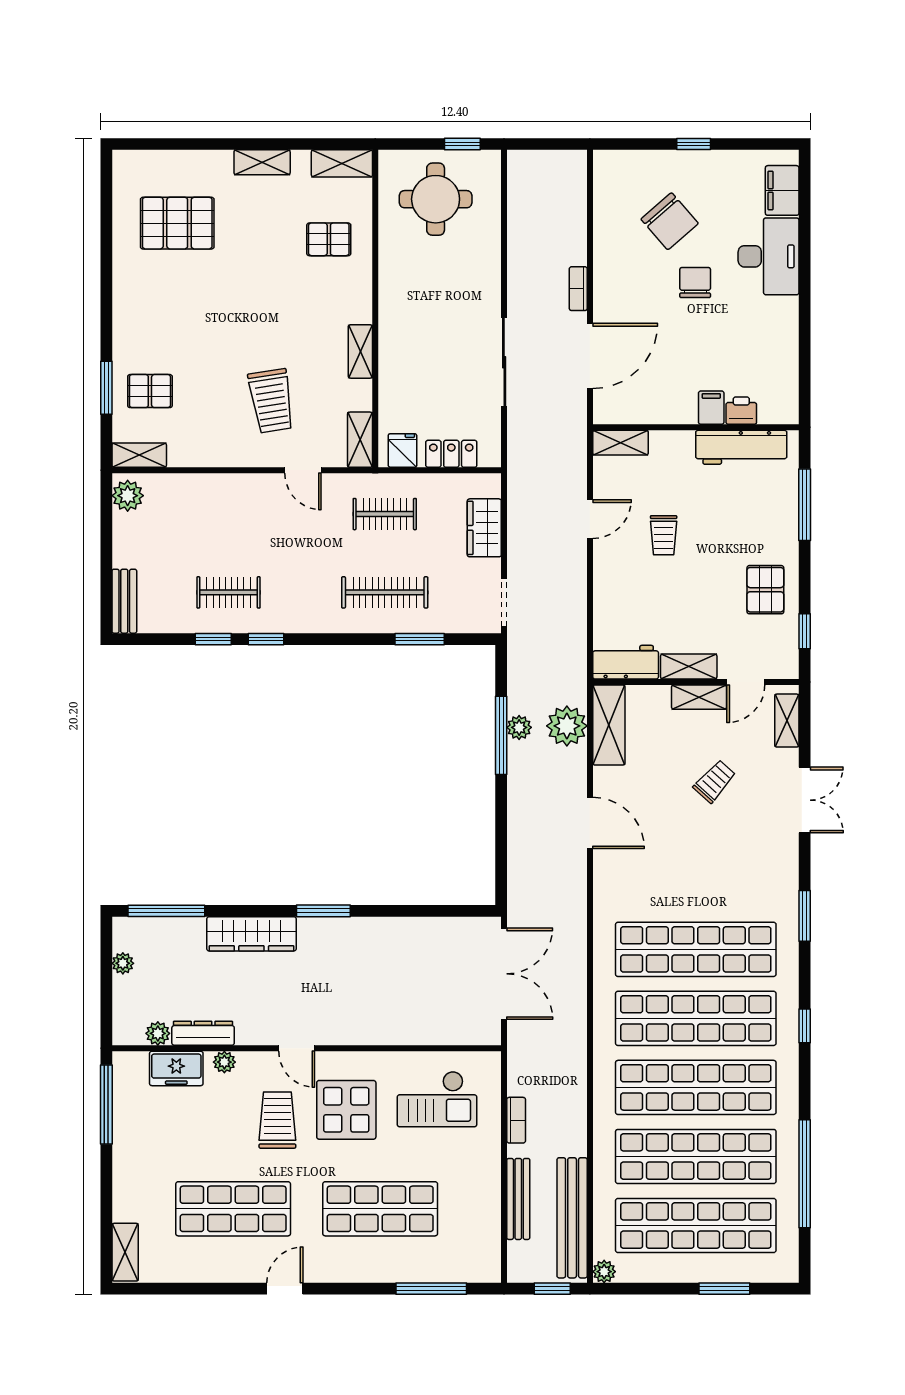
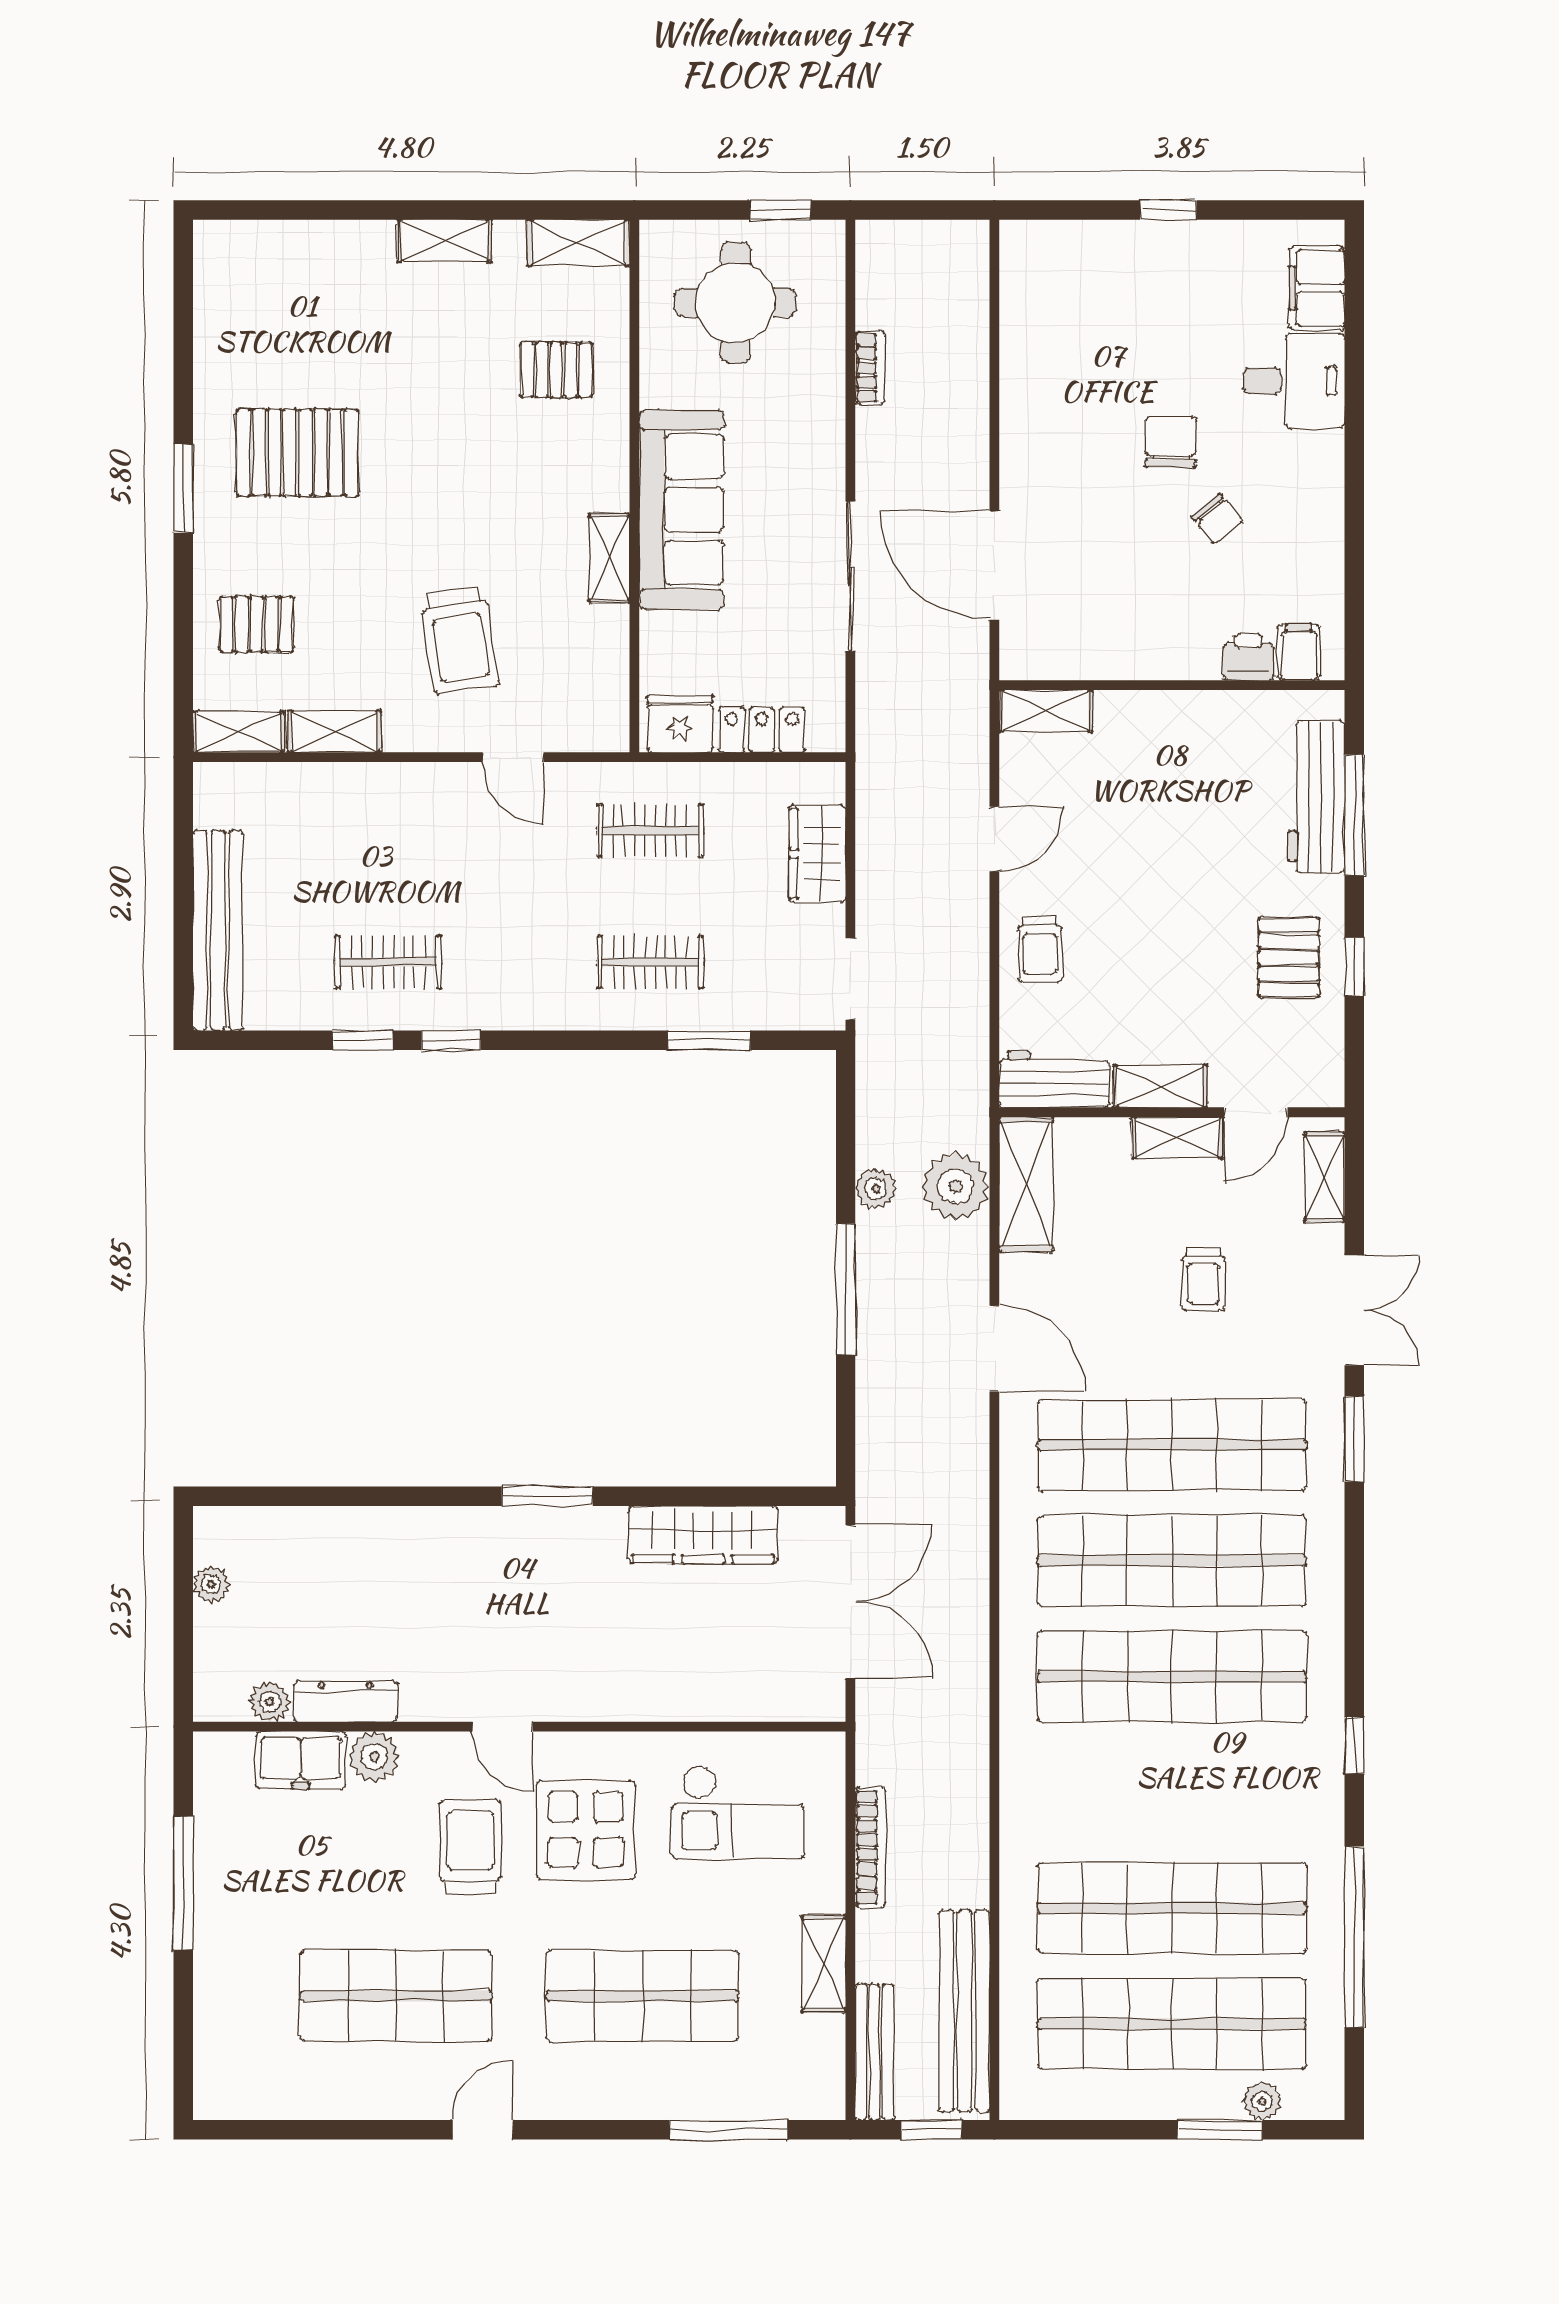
chair: (670, 221) -> (1218, 519), moved, width x0.54, depth x0.54
pallet: (177, 223) -> (298, 453), moved
desk: (769, 256) -> (1294, 381), width x0.73
bookcase: (578, 289) -> (870, 368), moved, turned 180
sofa: (403, 323) -> (682, 510), added
door: (590, 356) -> (994, 565), swing flipped
window: (106, 388) -> (183, 488), moved
filing cabinet: (711, 408) -> (1299, 652), moved
shelving: (360, 440) -> (334, 731), moved, turned 90
workbench: (741, 447) -> (1316, 797), moved, turned 90
fridge: (402, 450) -> (680, 724), width x1.38
plant: (128, 496) -> (219, 800), removed
trolley: (664, 535) -> (1040, 949), moved
clothes rail: (385, 592) -> (650, 962), width x0.73
bench: (124, 601) -> (218, 930), width x1.86, depth x1.21
window: (805, 631) -> (1354, 967), moved
window: (501, 735) -> (846, 1289), moved
trolley: (715, 781) -> (1203, 1279), turned 138
window: (166, 911) -> (284, 1496), removed
window: (805, 916) -> (1354, 1439), moved
wardrobe: (251, 934) -> (703, 1535), moved
window: (805, 1026) -> (1354, 1745), moved
plant: (224, 1062) -> (374, 1757), width x1.38, depth x1.38
shop shelf: (696, 1087) -> (1172, 1445), moved
window: (106, 1104) -> (183, 1883), moved
bookcase: (516, 1120) -> (871, 1847), width x1.56
bench: (518, 1199) -> (874, 2052), moved
shelving: (125, 1252) -> (824, 1964), moved
plant: (604, 1272) -> (1262, 2101), moved

